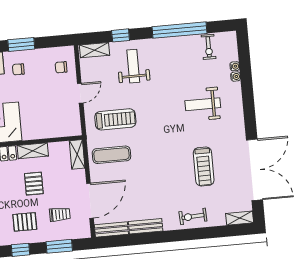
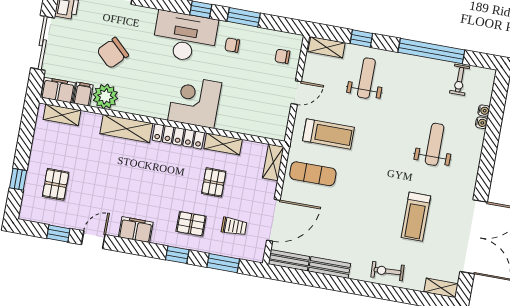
weight bench: (203, 104) -> (435, 144), turned 90

